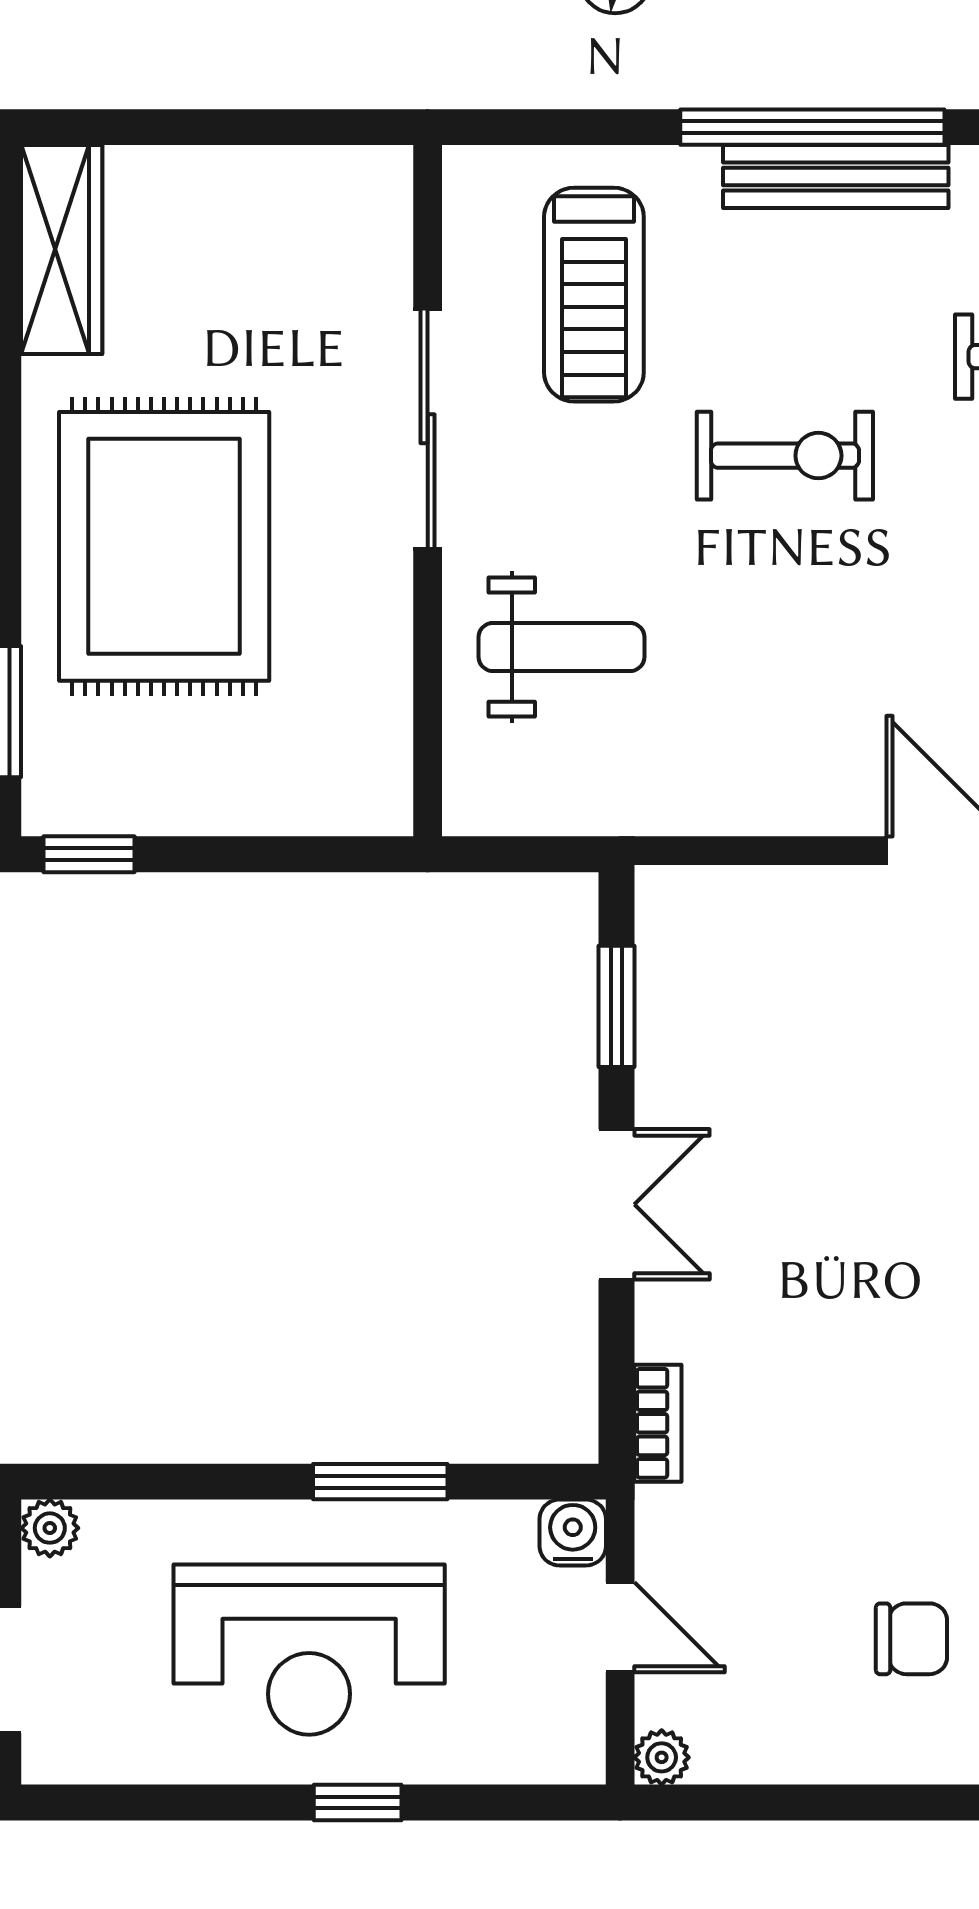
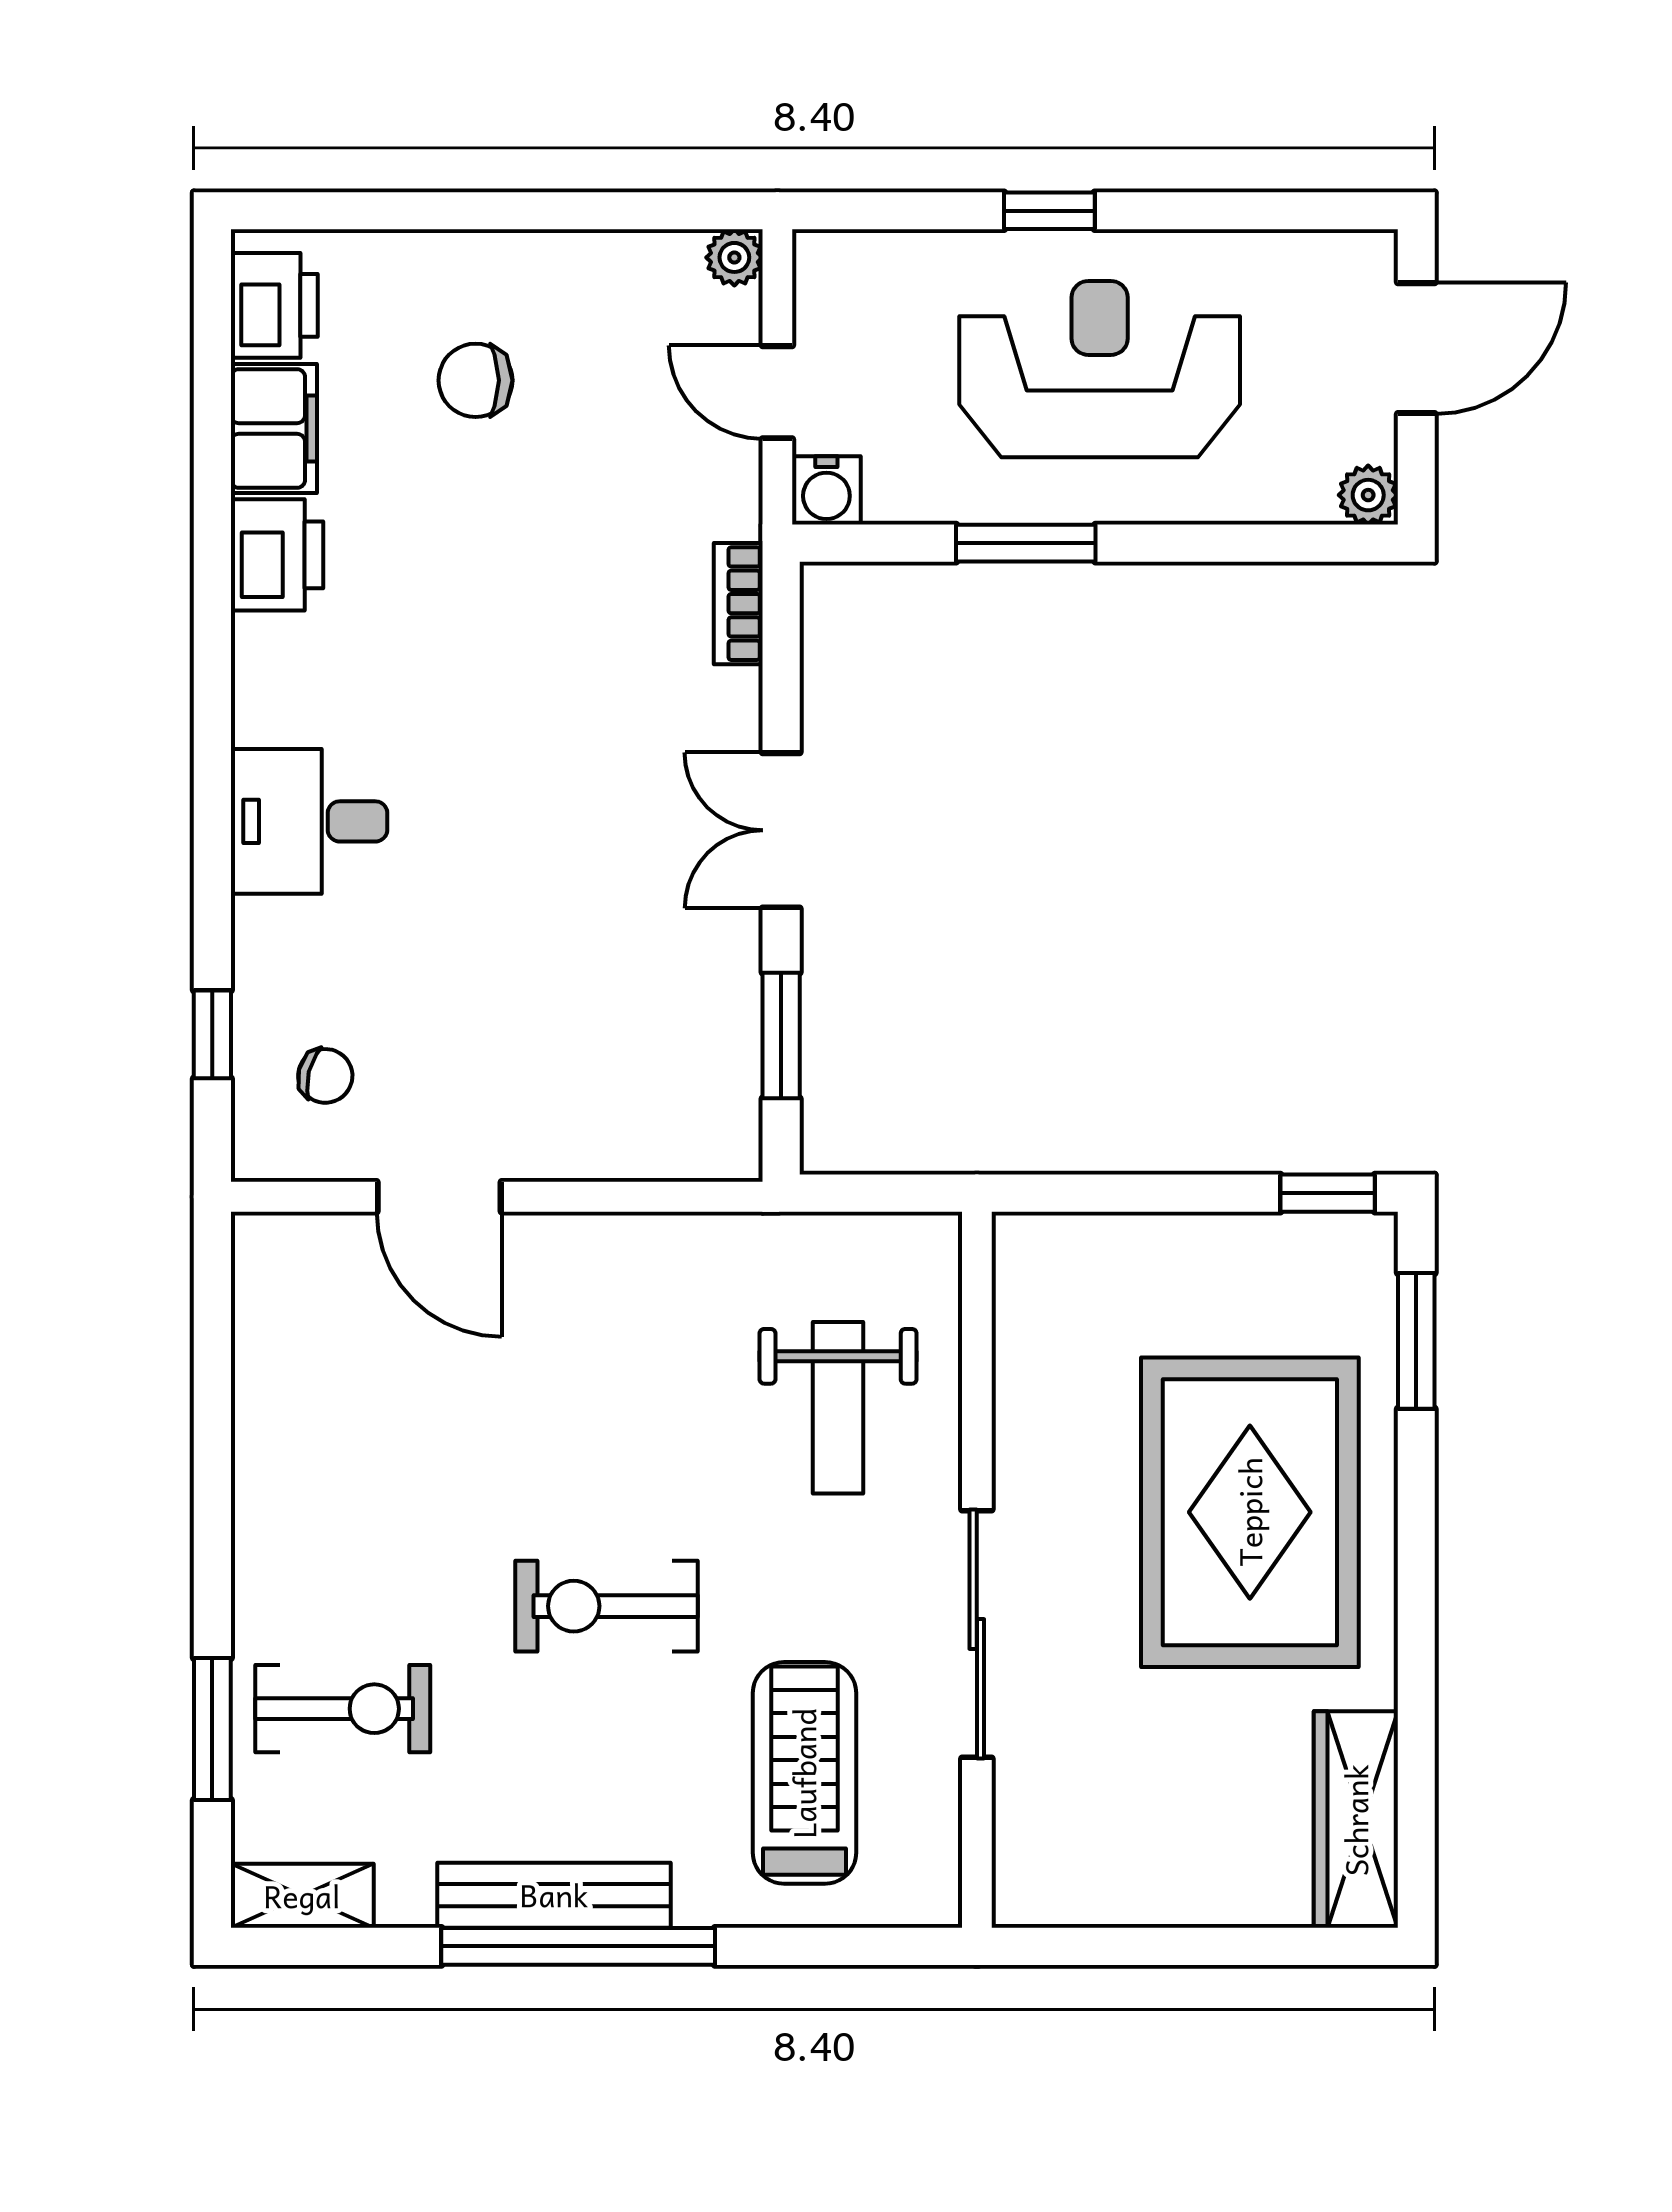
weight bench: (562, 647) -> (838, 1408), turned -90

